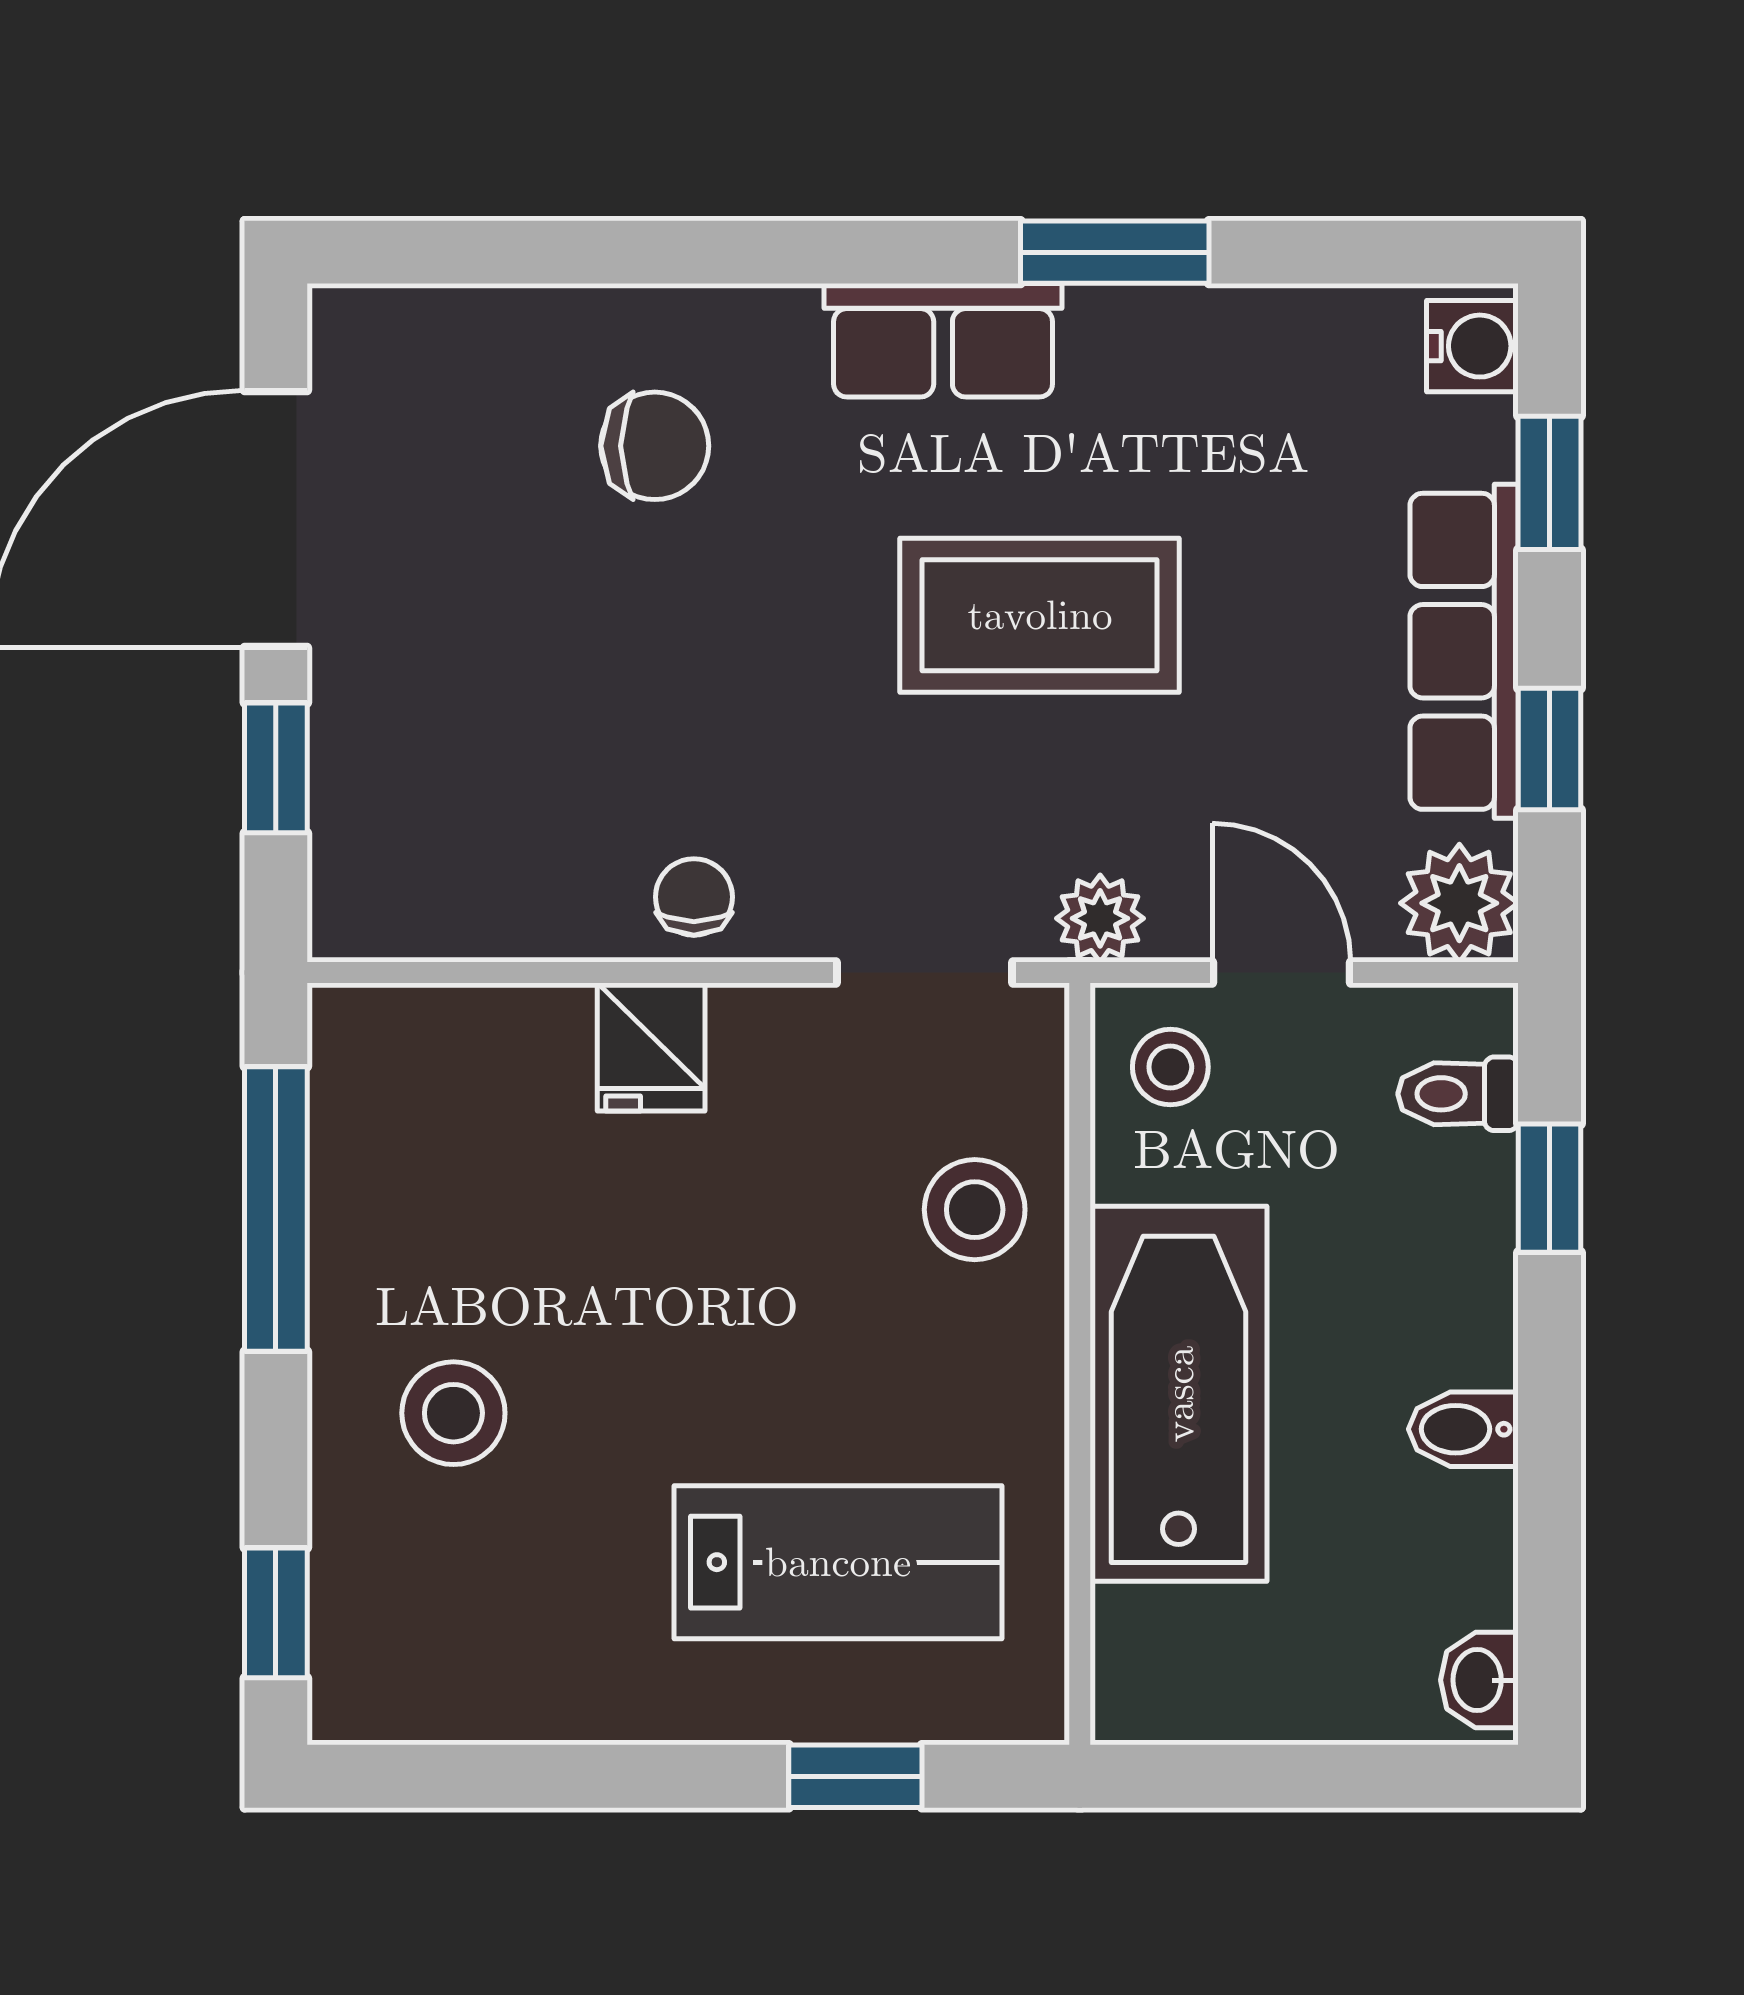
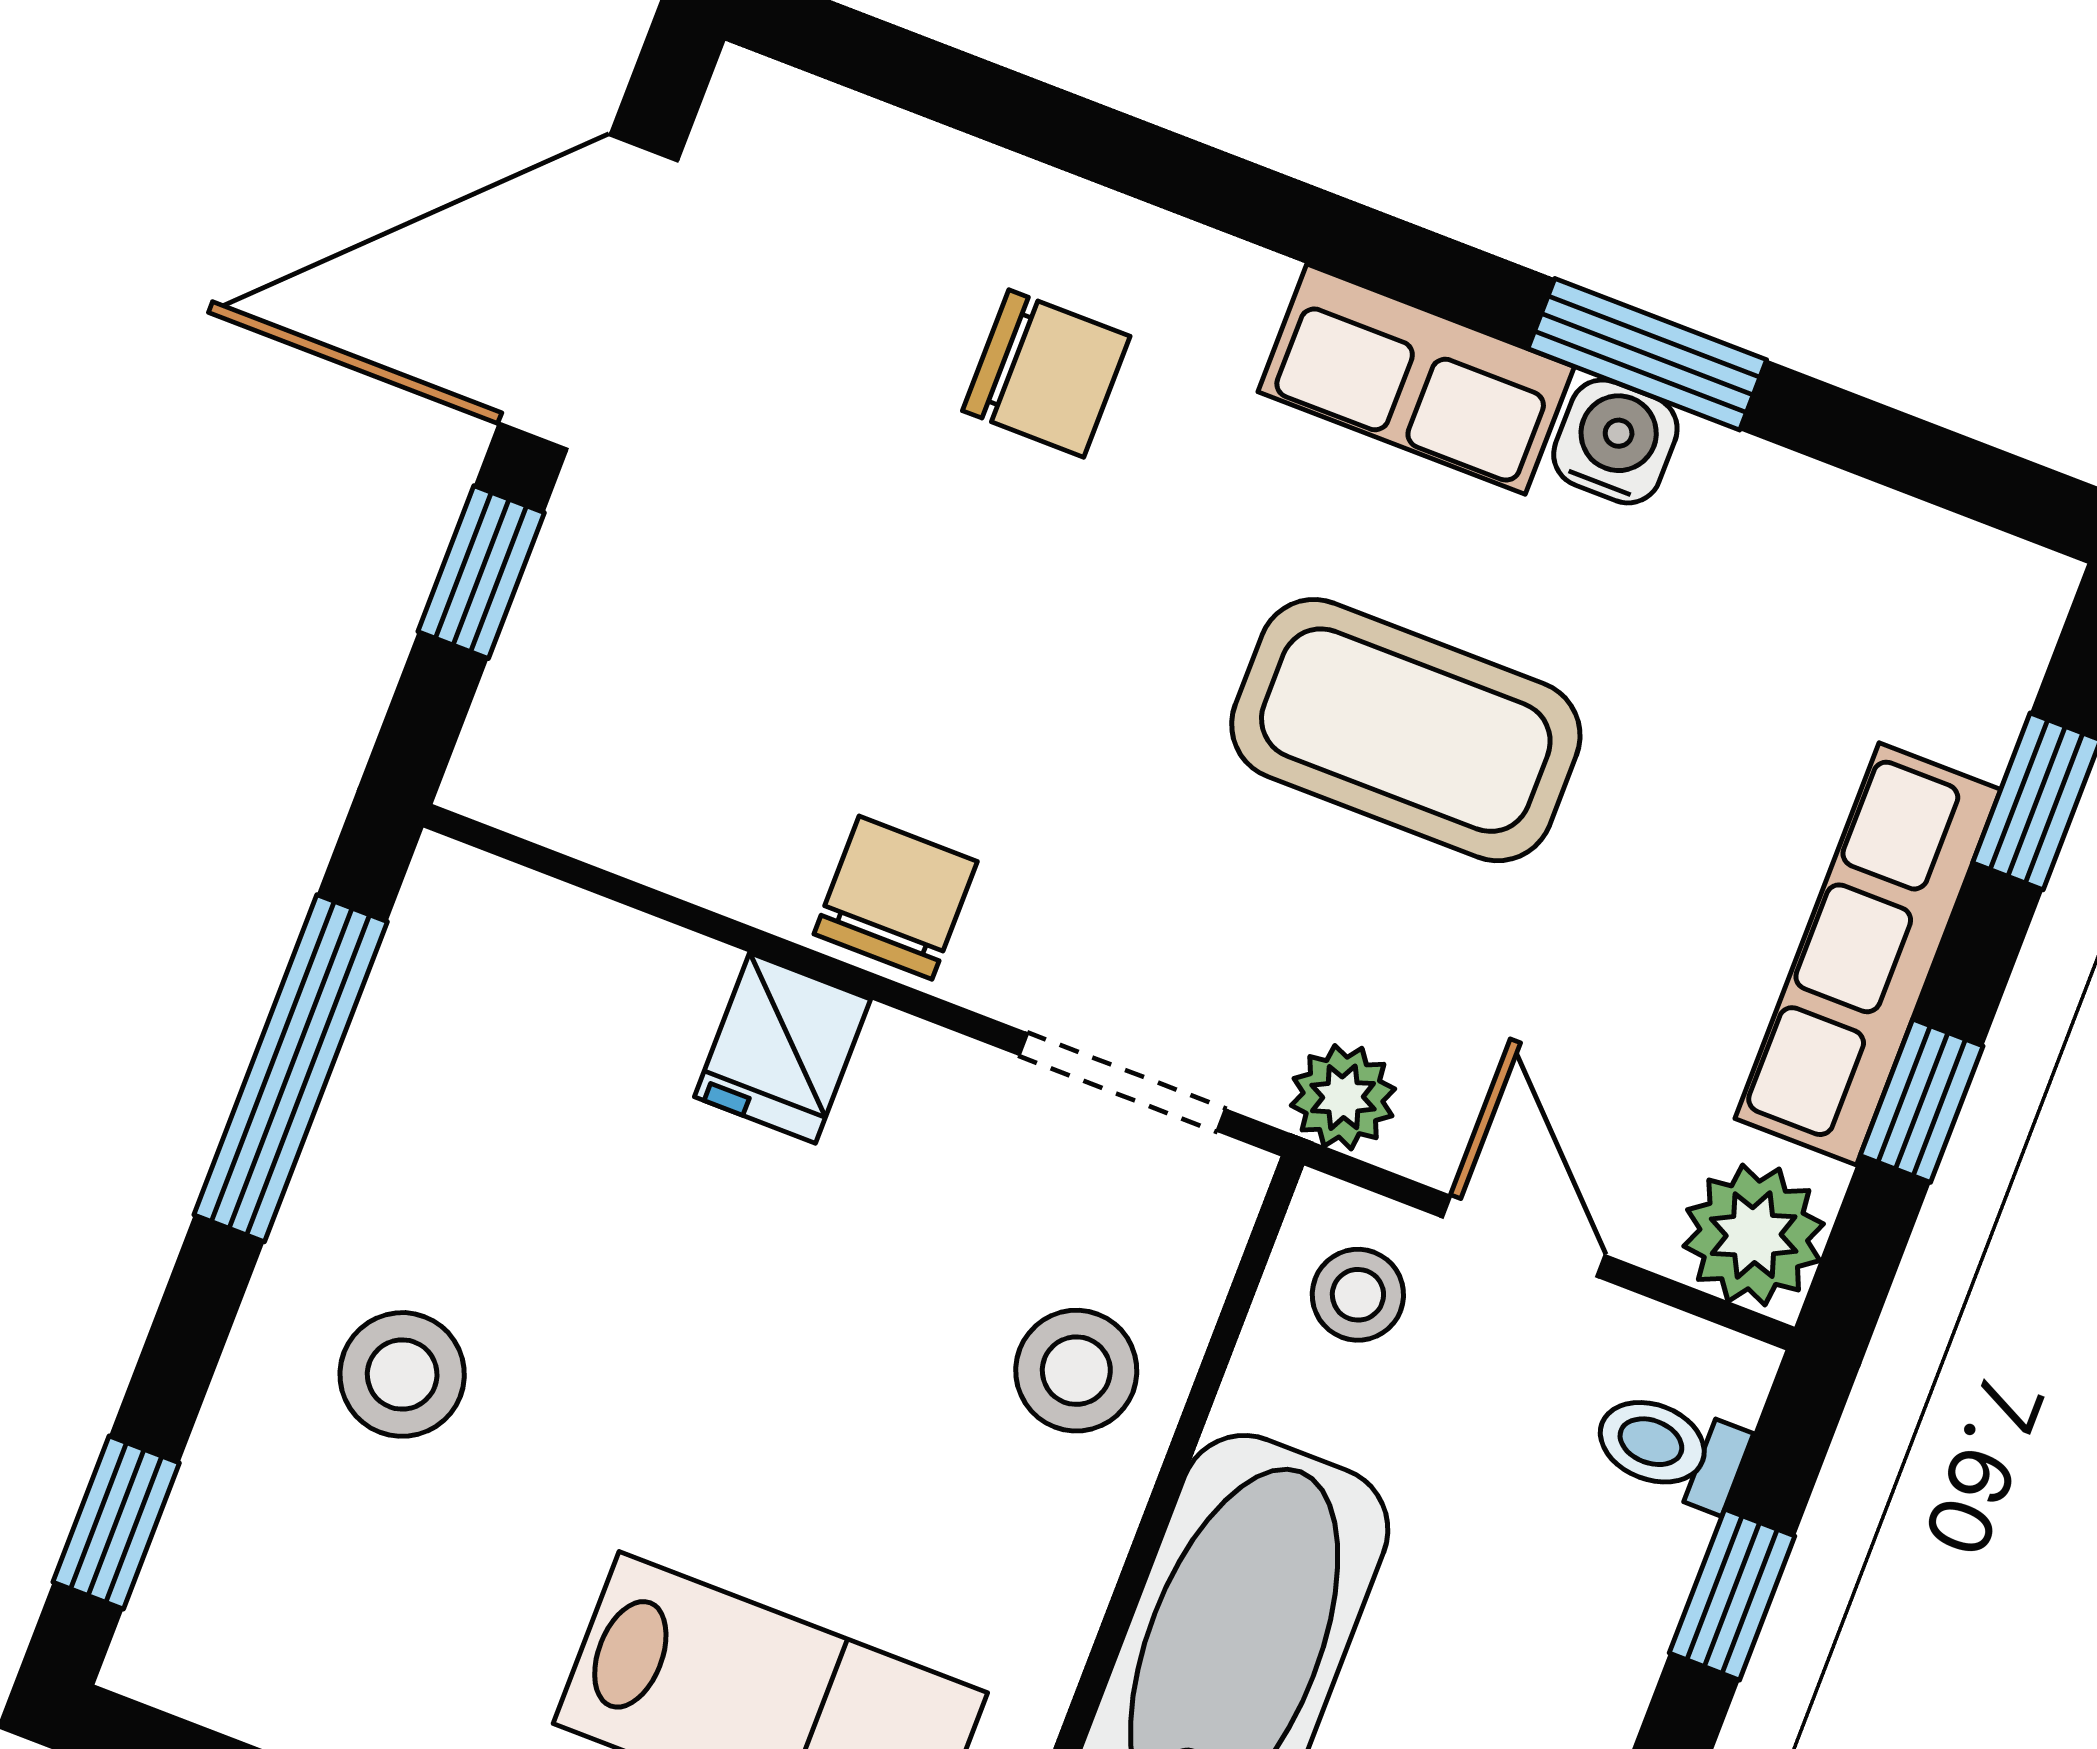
water cooler: (1472, 346) -> (1615, 441), moved, turned -90
chair: (694, 897) -> (896, 898), width x1.37, depth x1.37

